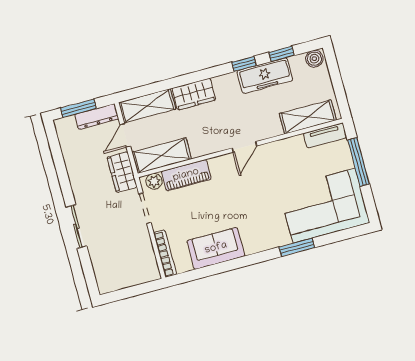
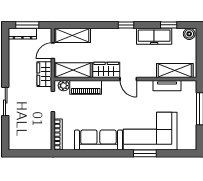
window: (244, 64) -> (126, 25), moved
wardrobe: (194, 94) -> (106, 70), moved, turned 180
dresser: (97, 117) -> (22, 34), moved
tv unit: (325, 135) -> (167, 86), moved
door: (244, 147) -> (128, 79), hinge flipped
corner sofa: (324, 206) -> (150, 131), moved
sofa: (216, 248) -> (98, 140), width x1.36

